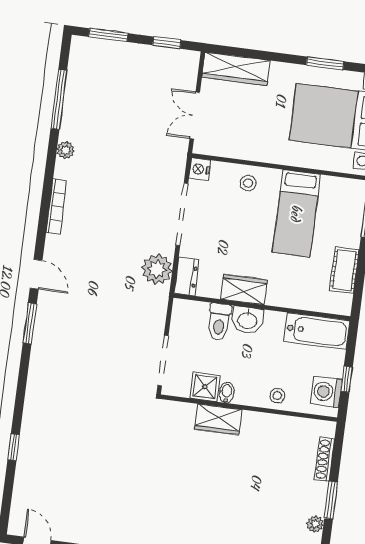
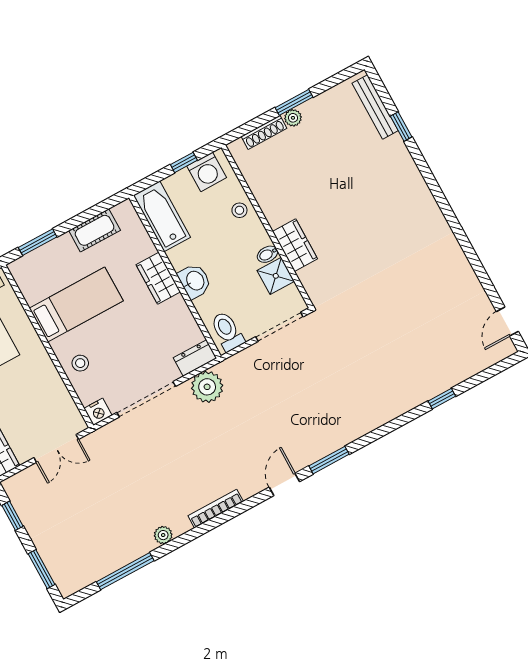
wardrobe: (244, 290) -> (158, 278), moved
toilet: (219, 322) -> (227, 331), moved, turned -90
plant: (315, 524) -> (293, 118), moved

